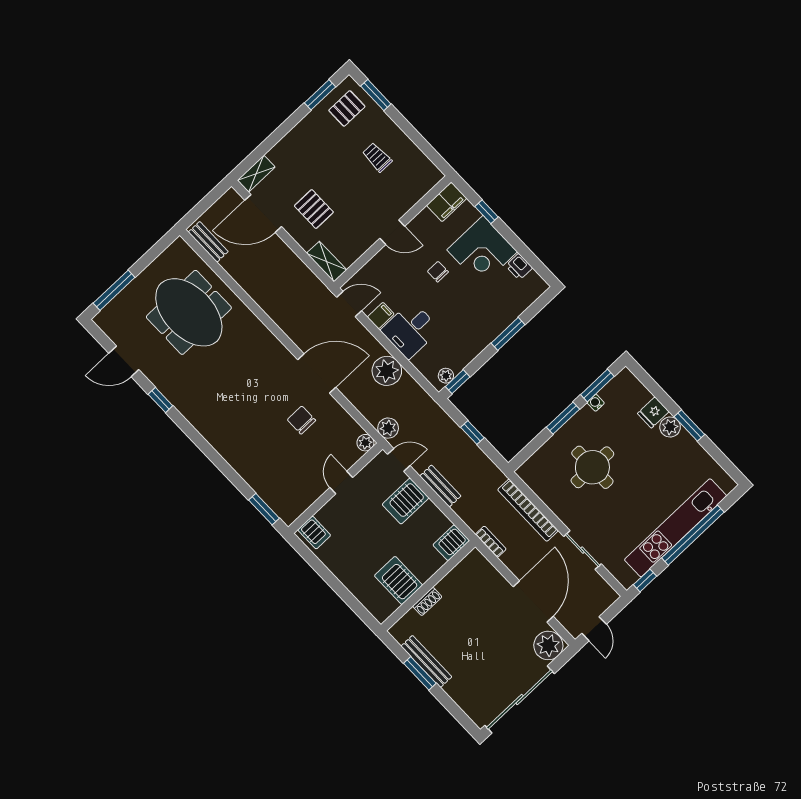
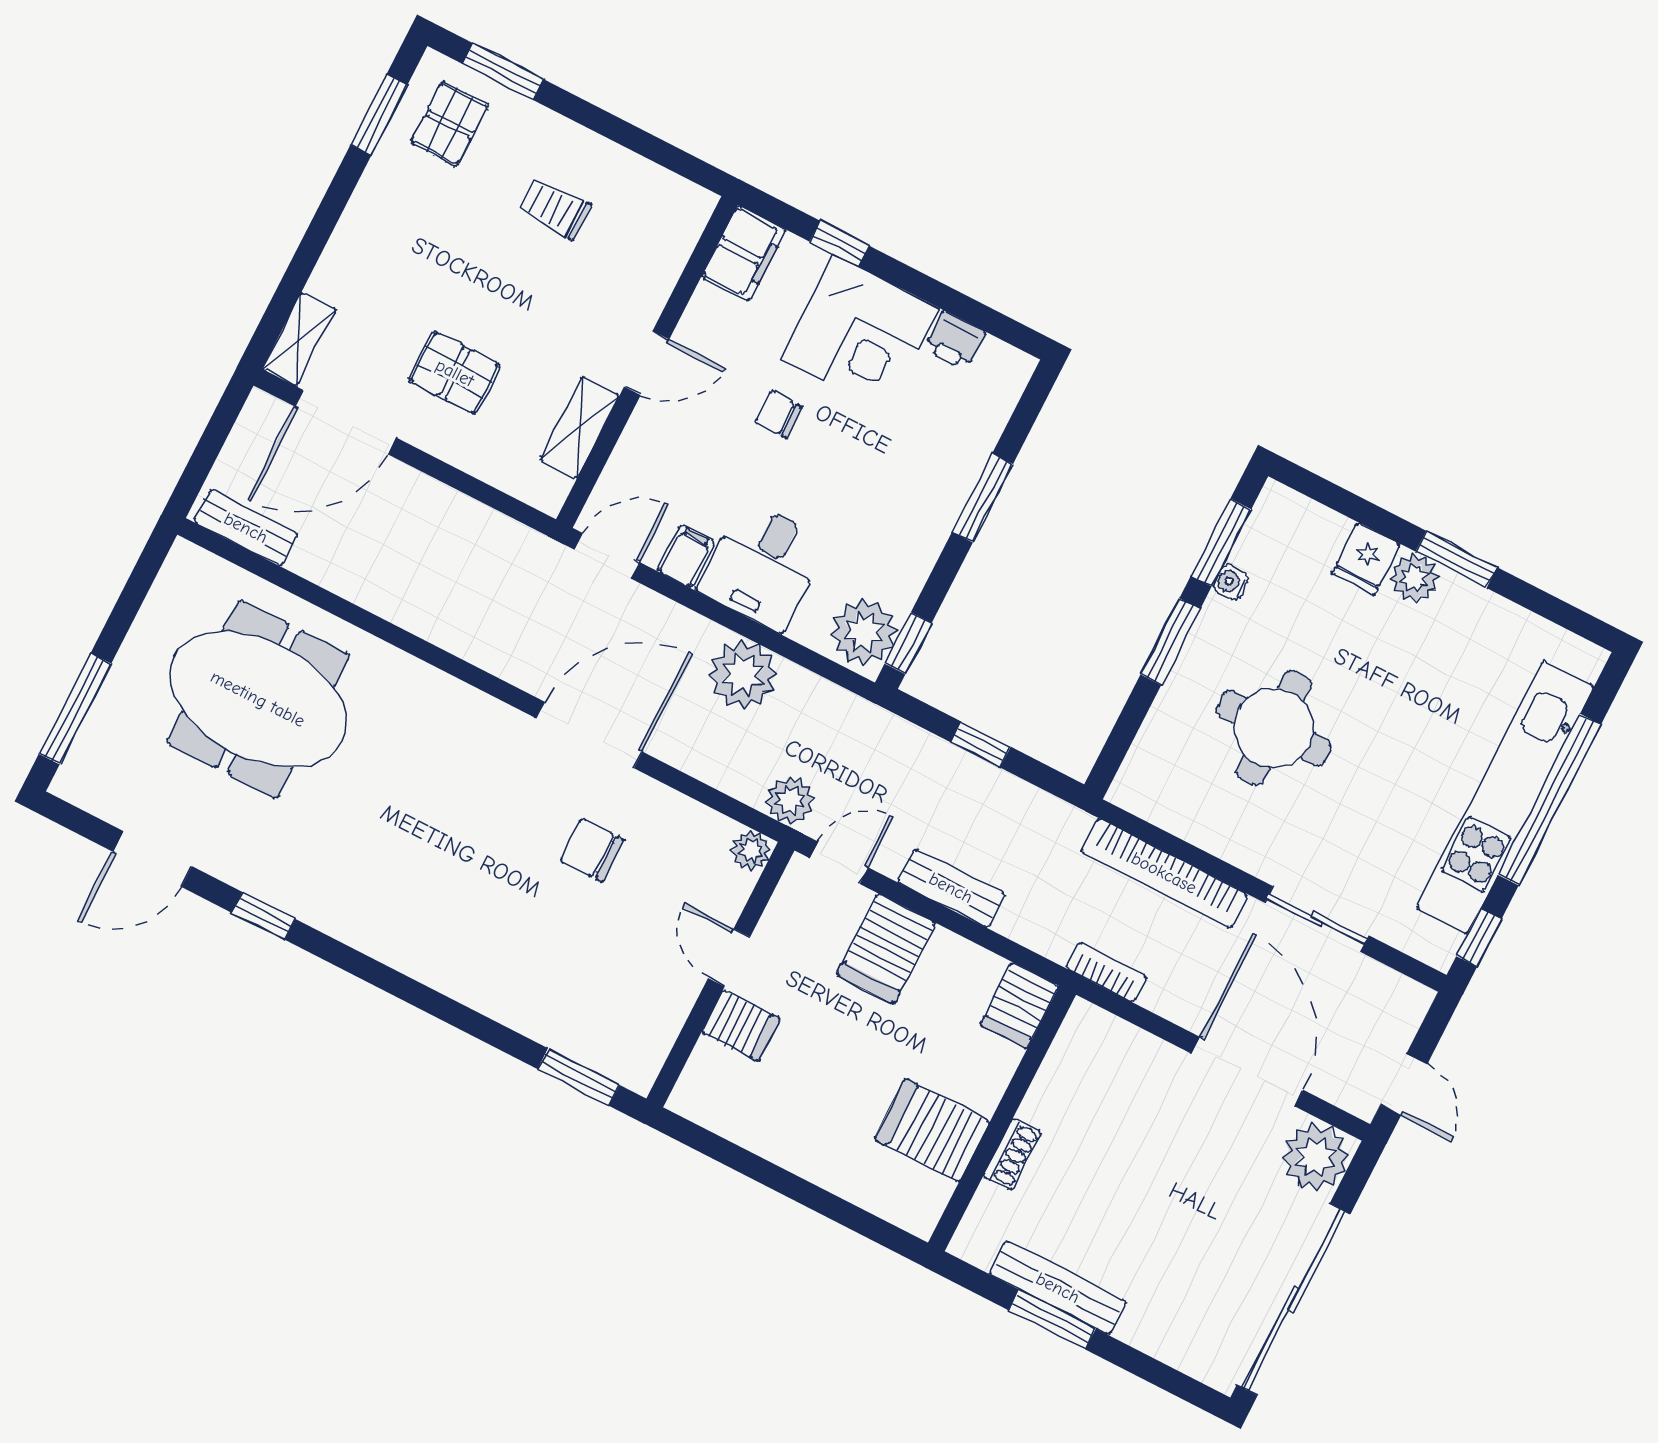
shelving: (327, 262) -> (580, 427), moved, turned 90
plant: (446, 376) -> (864, 632), width x1.87, depth x1.87
server rack: (314, 533) -> (741, 1025), moved

